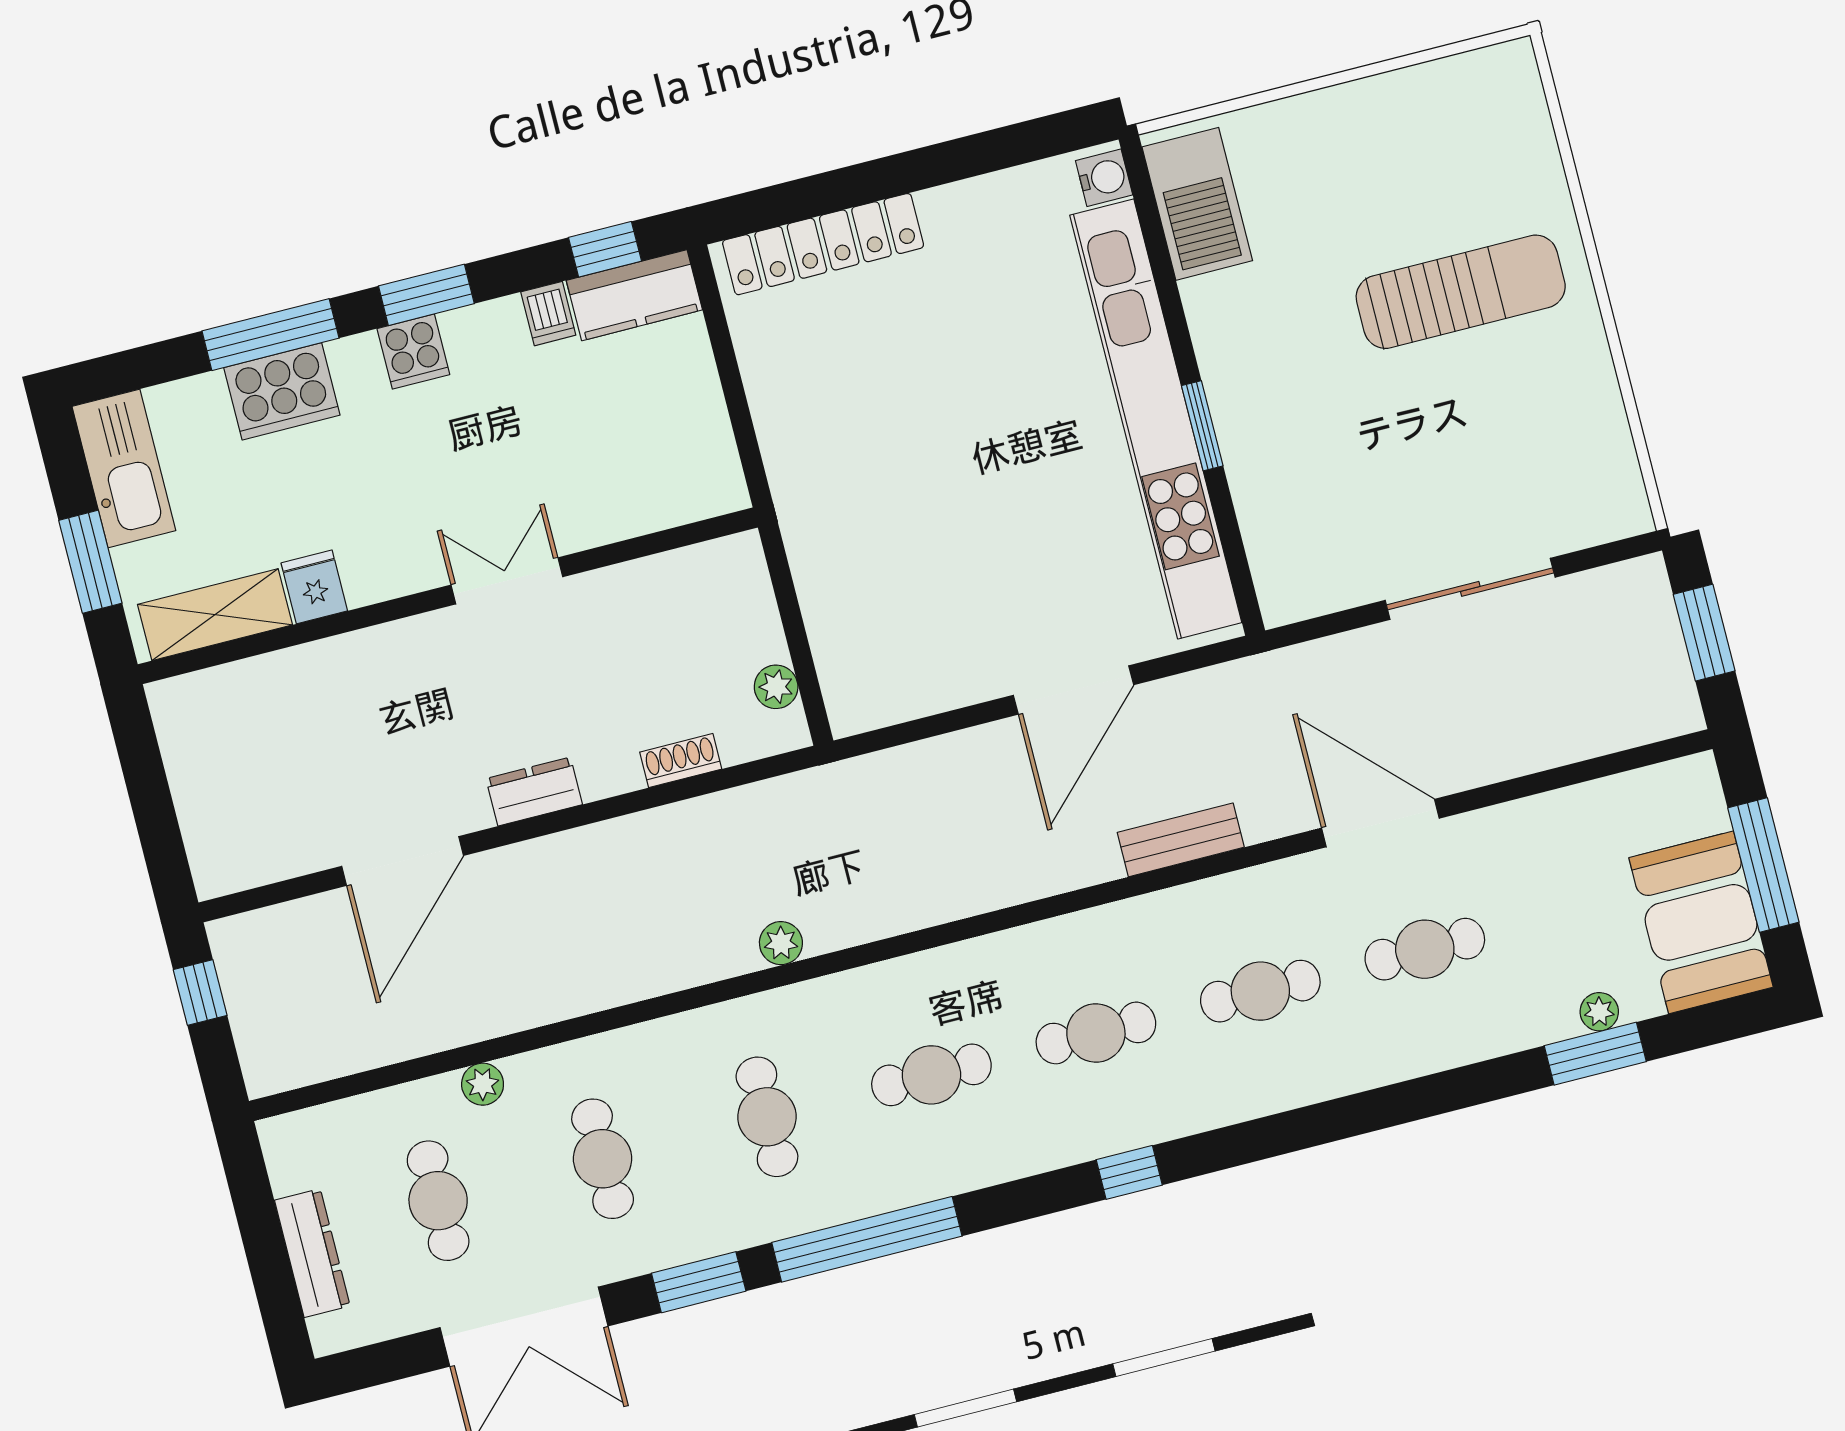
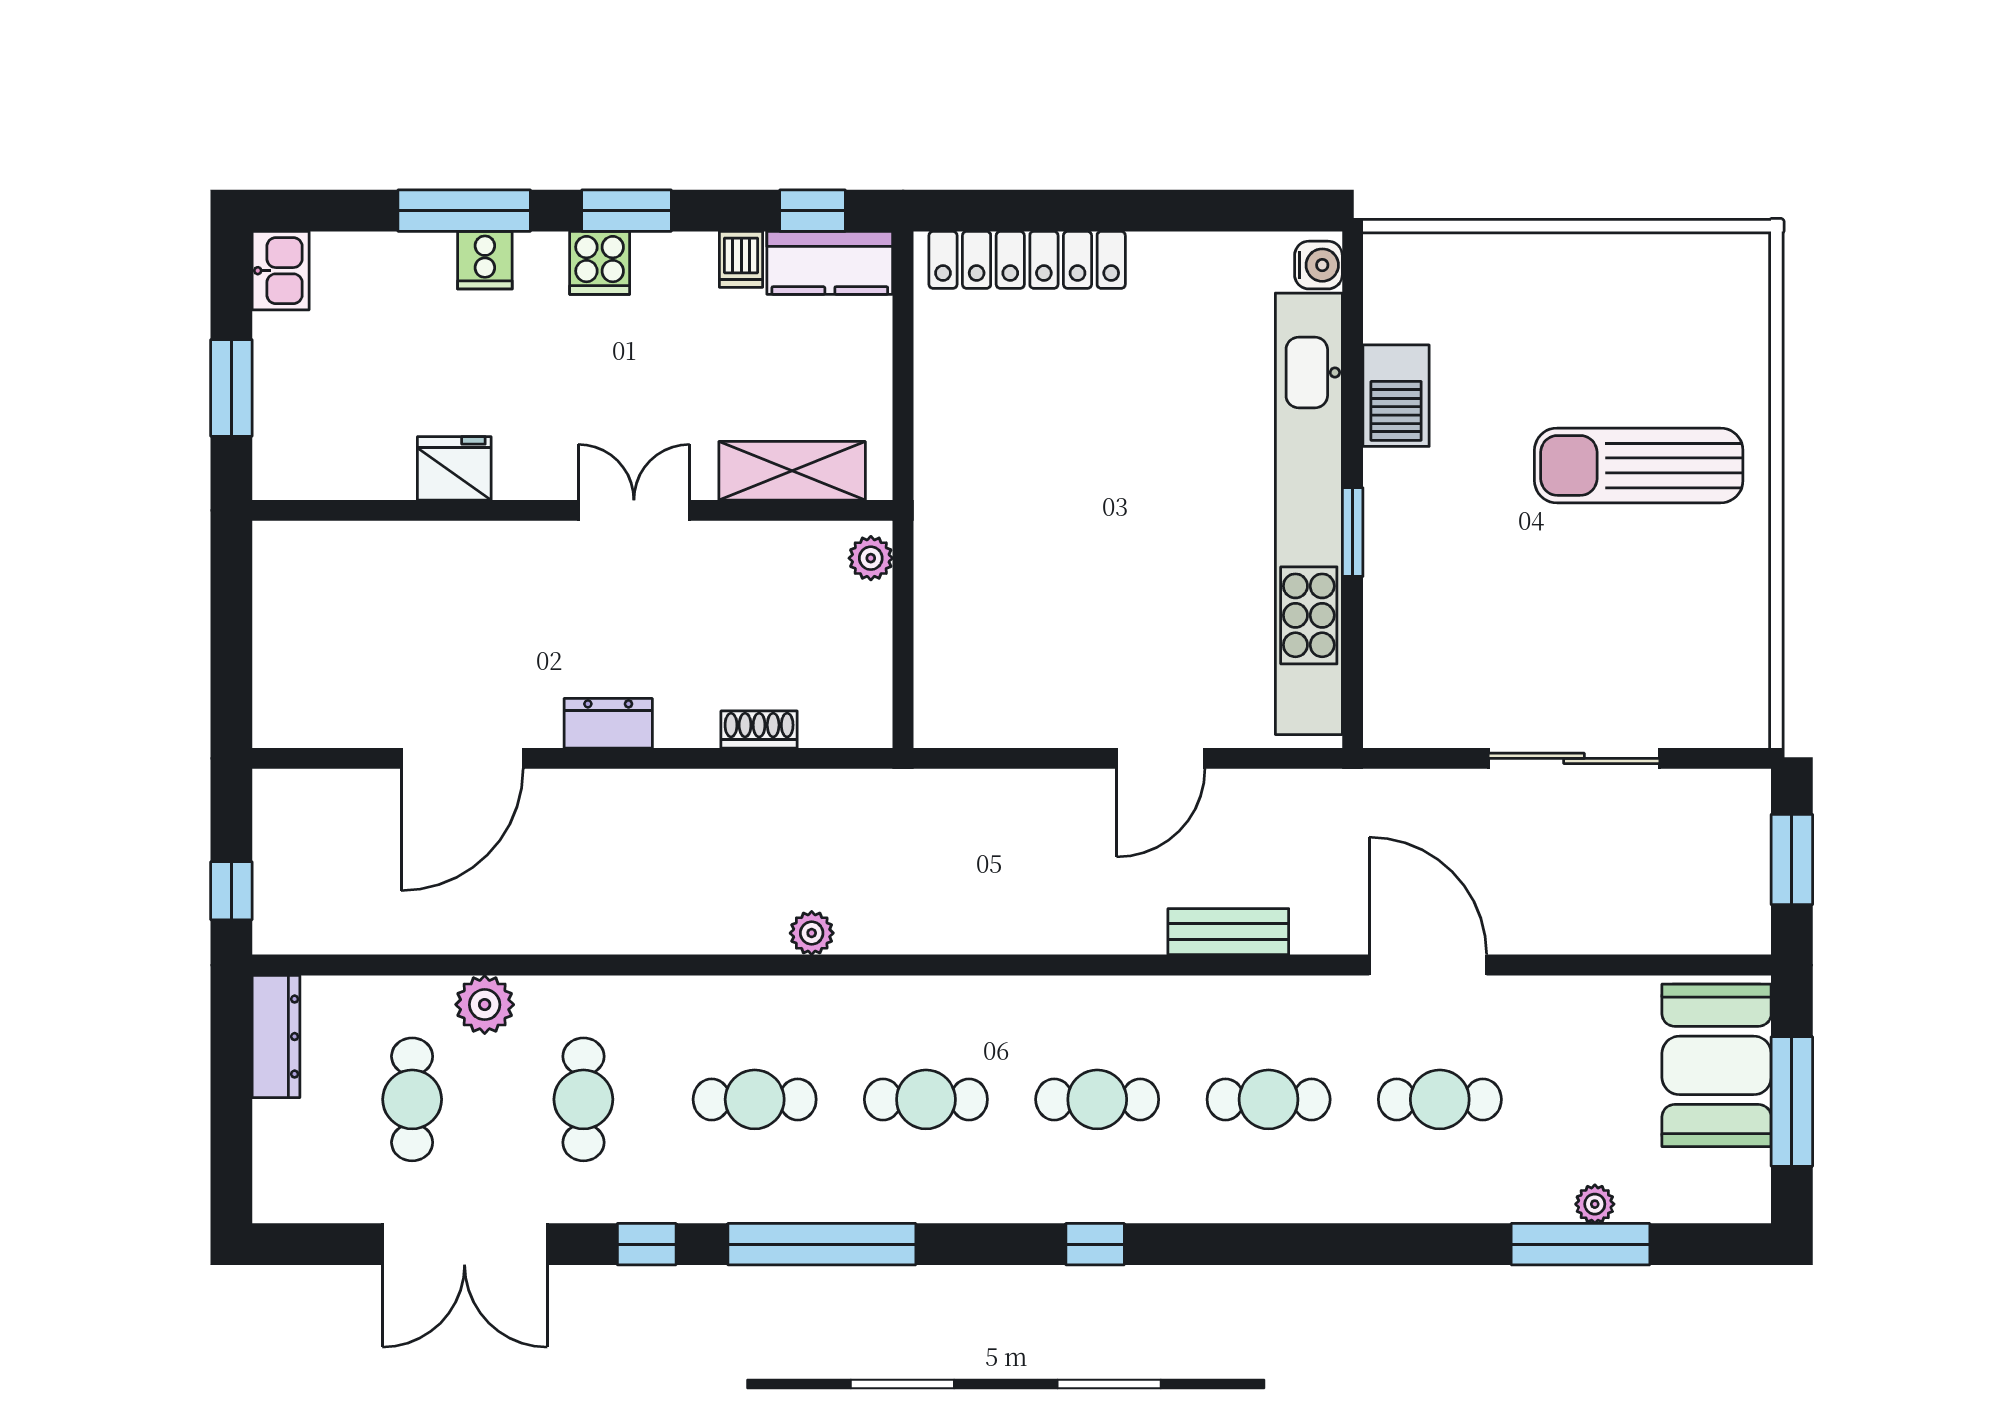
barbecue: (1197, 204) -> (1396, 396), moved, width x0.73, depth x0.83
sun lounger: (1461, 292) -> (1639, 465), turned 180
cooker: (282, 391) -> (485, 260), width x0.53, depth x0.76
kitchen sink: (124, 468) -> (281, 271), width x0.53, depth x0.81
fridge: (314, 587) -> (454, 468), width x1.38
shelving: (215, 615) -> (792, 471), moved
plant: (776, 687) -> (871, 558), moved
door: (1073, 690) -> (1161, 758), width x0.73
booth: (1701, 922) -> (1717, 1065), moved
window: (200, 993) -> (231, 891), moved
window: (1595, 1054) -> (1580, 1244), width x1.44
plant: (483, 1084) -> (485, 1005), width x1.38, depth x1.38
cafe table: (767, 1117) -> (755, 1099), turned 90
dresser: (312, 1253) -> (276, 1037), moved
window: (699, 1282) -> (647, 1244), width x0.67

